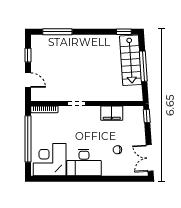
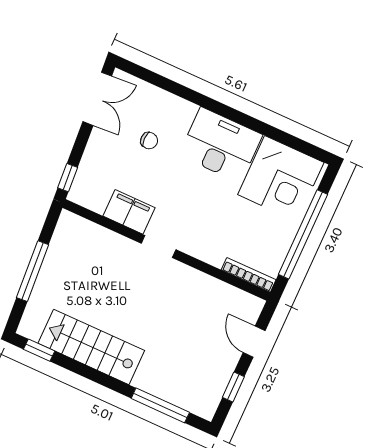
stairs: (131, 60) -> (91, 347), moved, turned -86
doorway: (77, 104) -> (159, 246), moved

